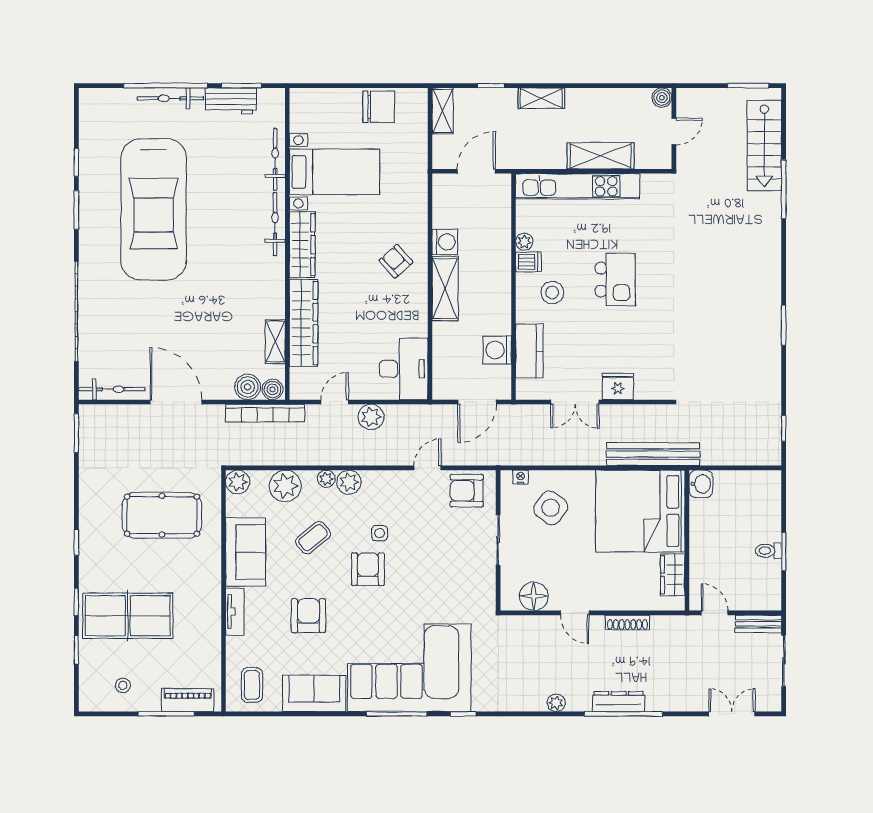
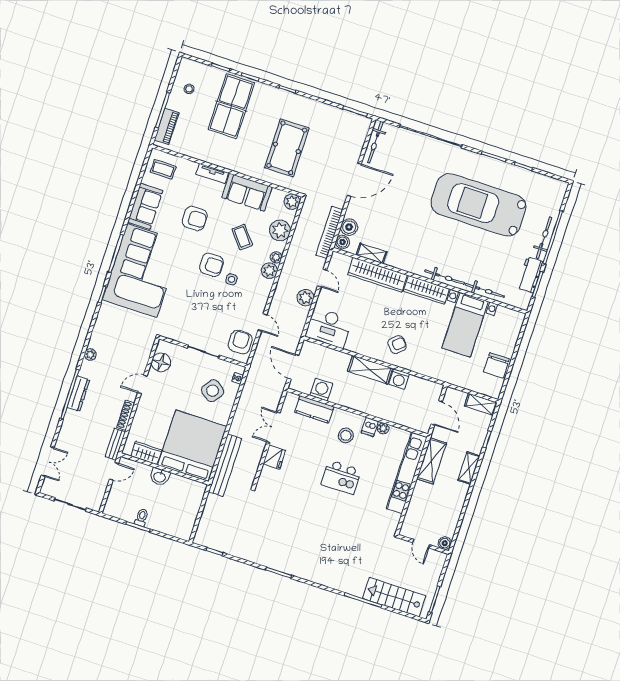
shelving: (601, 156) -> (432, 461), moved
washbasin: (701, 484) -> (160, 477), moved
bench: (758, 624) -> (115, 444), moved

